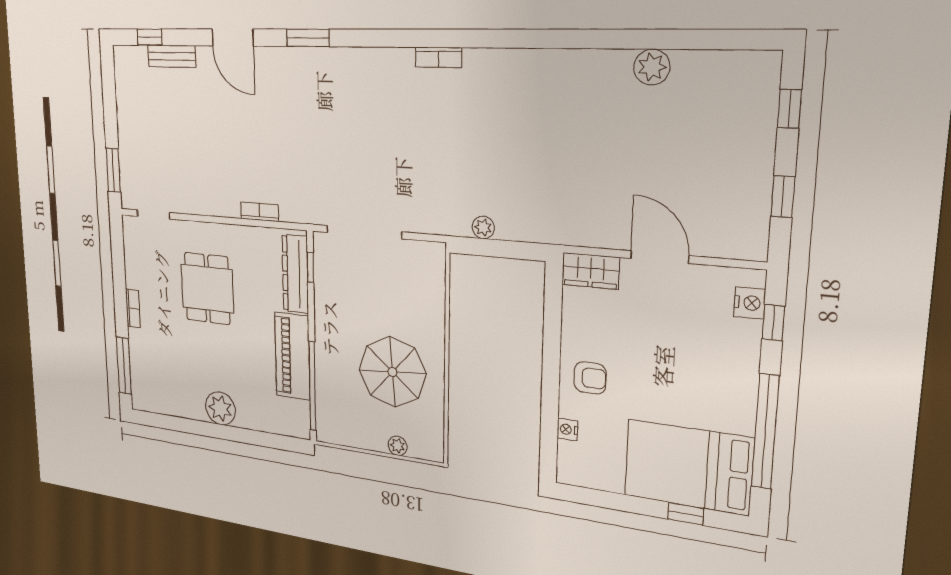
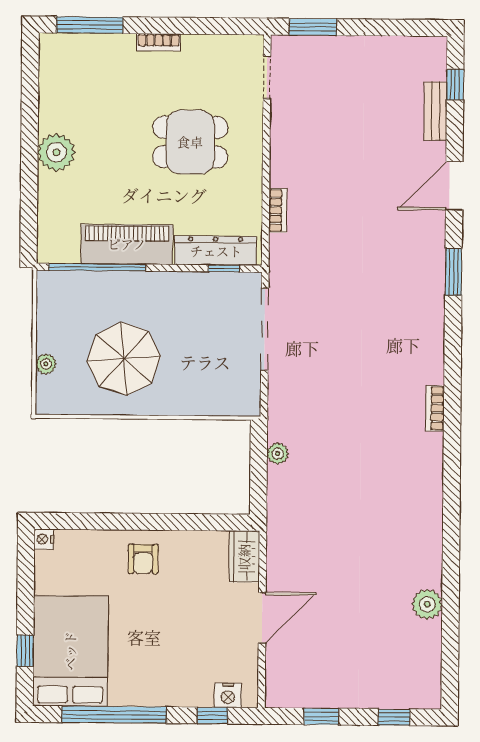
nightstand: (567, 429) -> (44, 539), moved, turned -90

